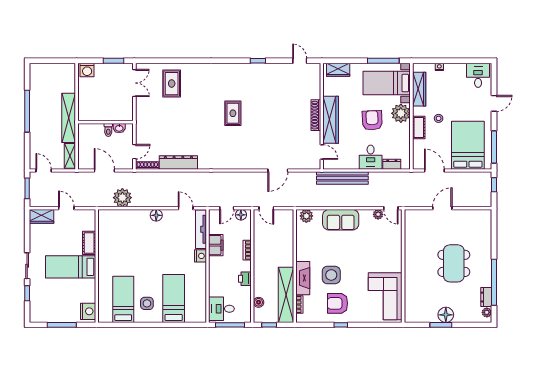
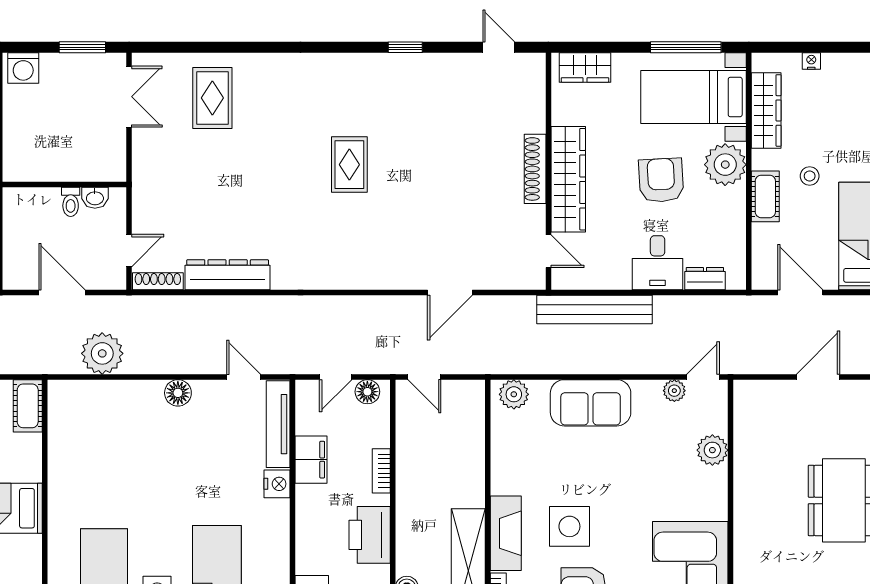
door: (391, 208) -> (703, 377), swing flipped
plant: (395, 241) -> (712, 450), added
cot: (89, 243) -> (28, 406), moved
printer: (245, 279) -> (370, 535), width x1.87, depth x1.48

